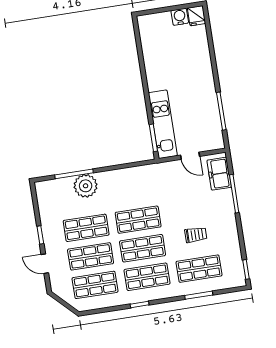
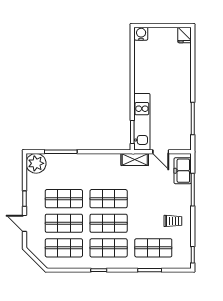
water cooler: (180, 17) -> (141, 34), moved
shelving: (161, 169) -> (135, 160), added
plant: (86, 186) -> (36, 163), moved
trolley: (196, 235) -> (173, 221), moved

